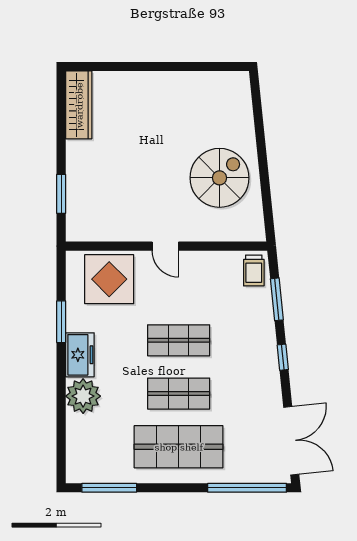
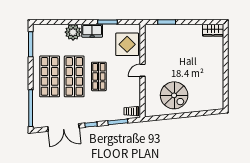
wardrobe: (79, 105) -> (213, 30), width x0.67
shop shelf: (179, 394) -> (74, 76), width x1.43, depth x1.36
double door: (291, 441) -> (63, 127), moved

